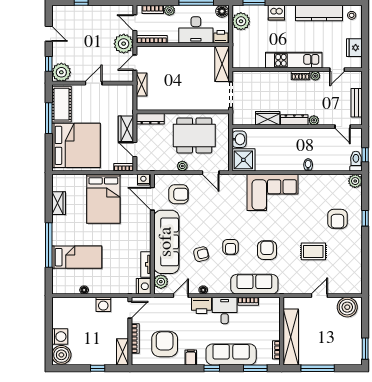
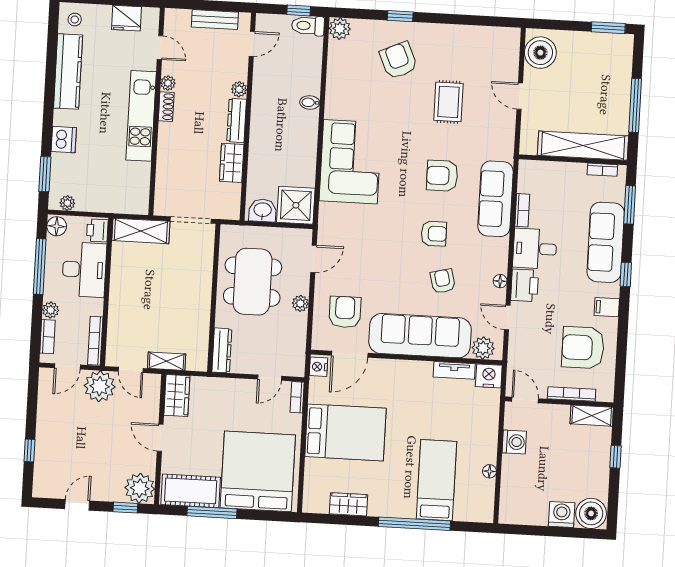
plant: (241, 21) -> (67, 203), width x0.53, depth x0.53
wardrobe: (126, 129) -> (177, 395), moved, turned -90
armchair: (337, 219) -> (399, 60), turned -114

